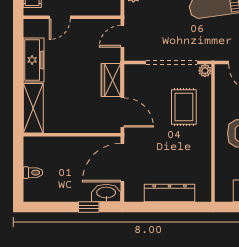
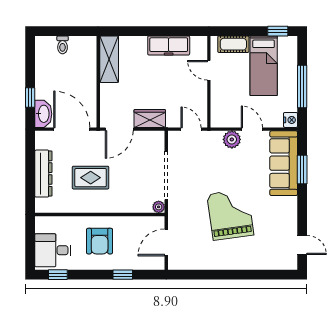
rug: (184, 107) -> (91, 178), moved
shelving: (33, 108) -> (109, 59), moved, turned 90

